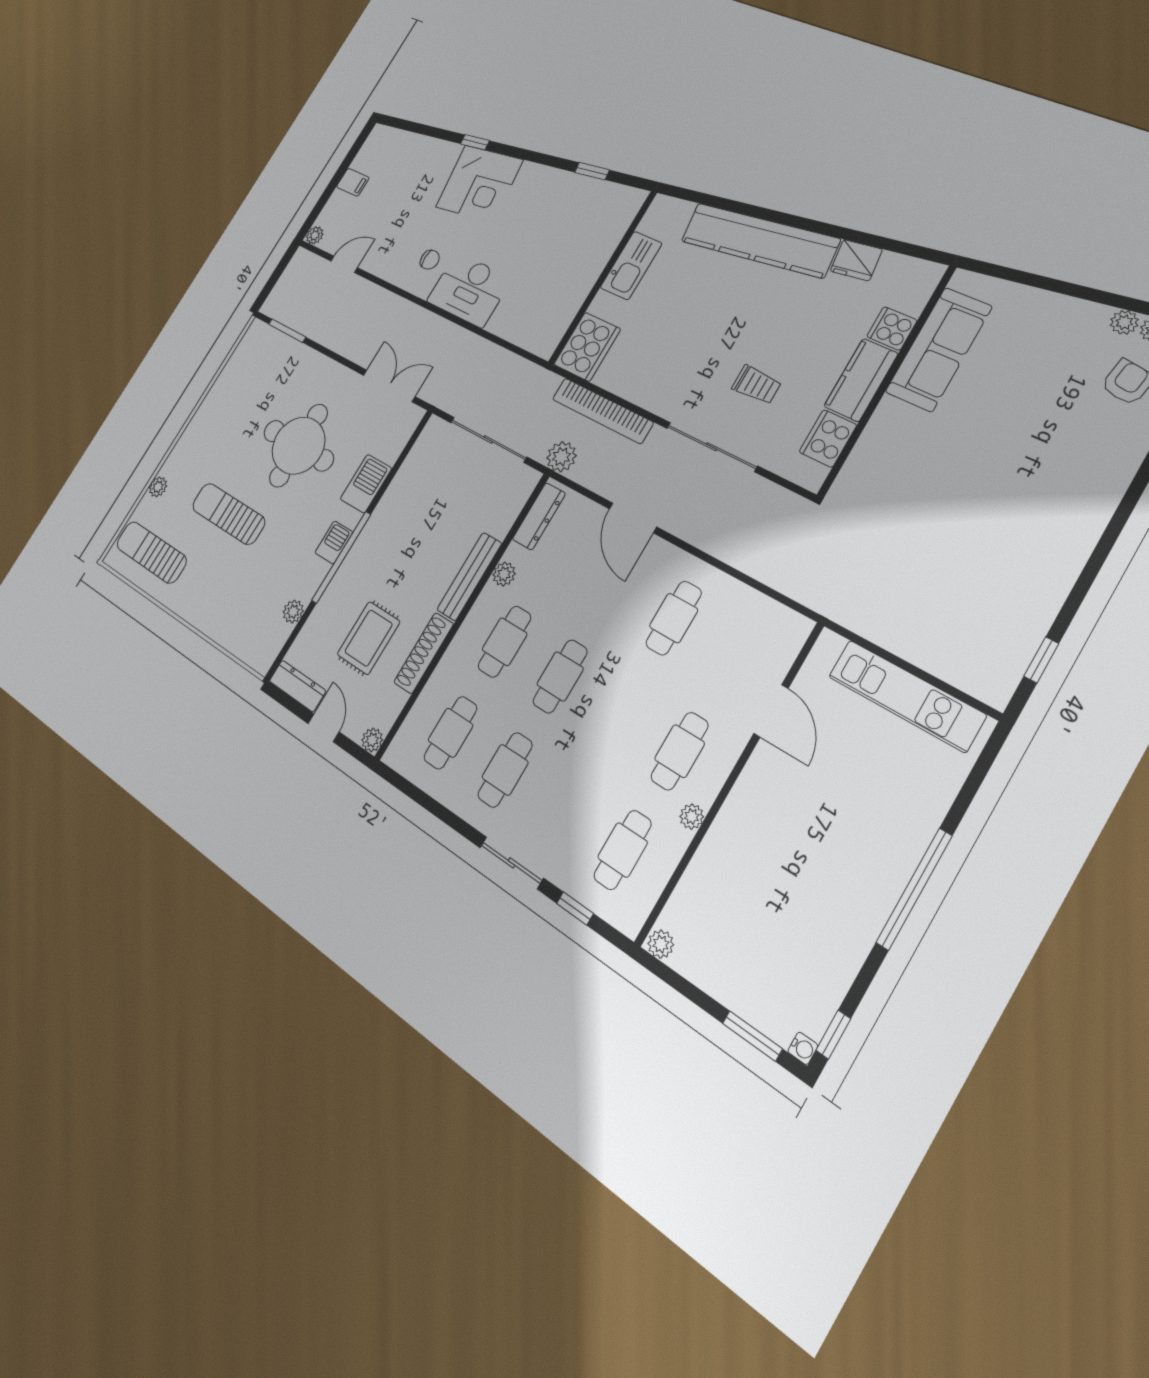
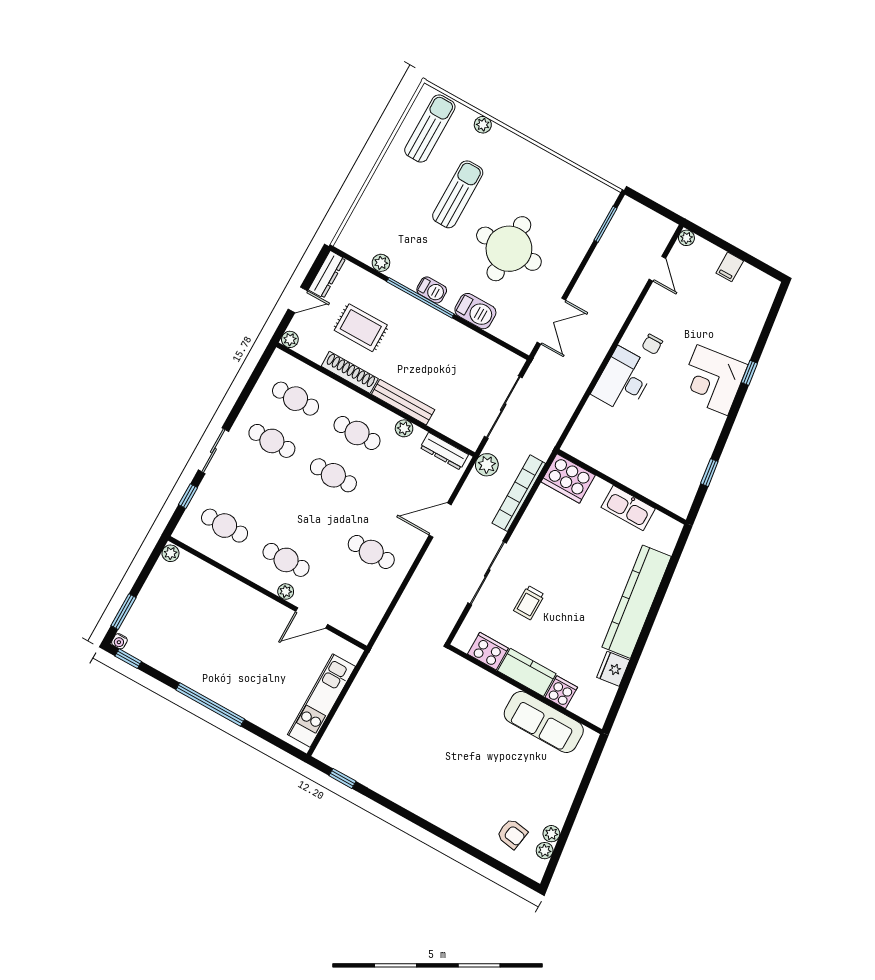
plant: (692, 817) -> (286, 592), moved

